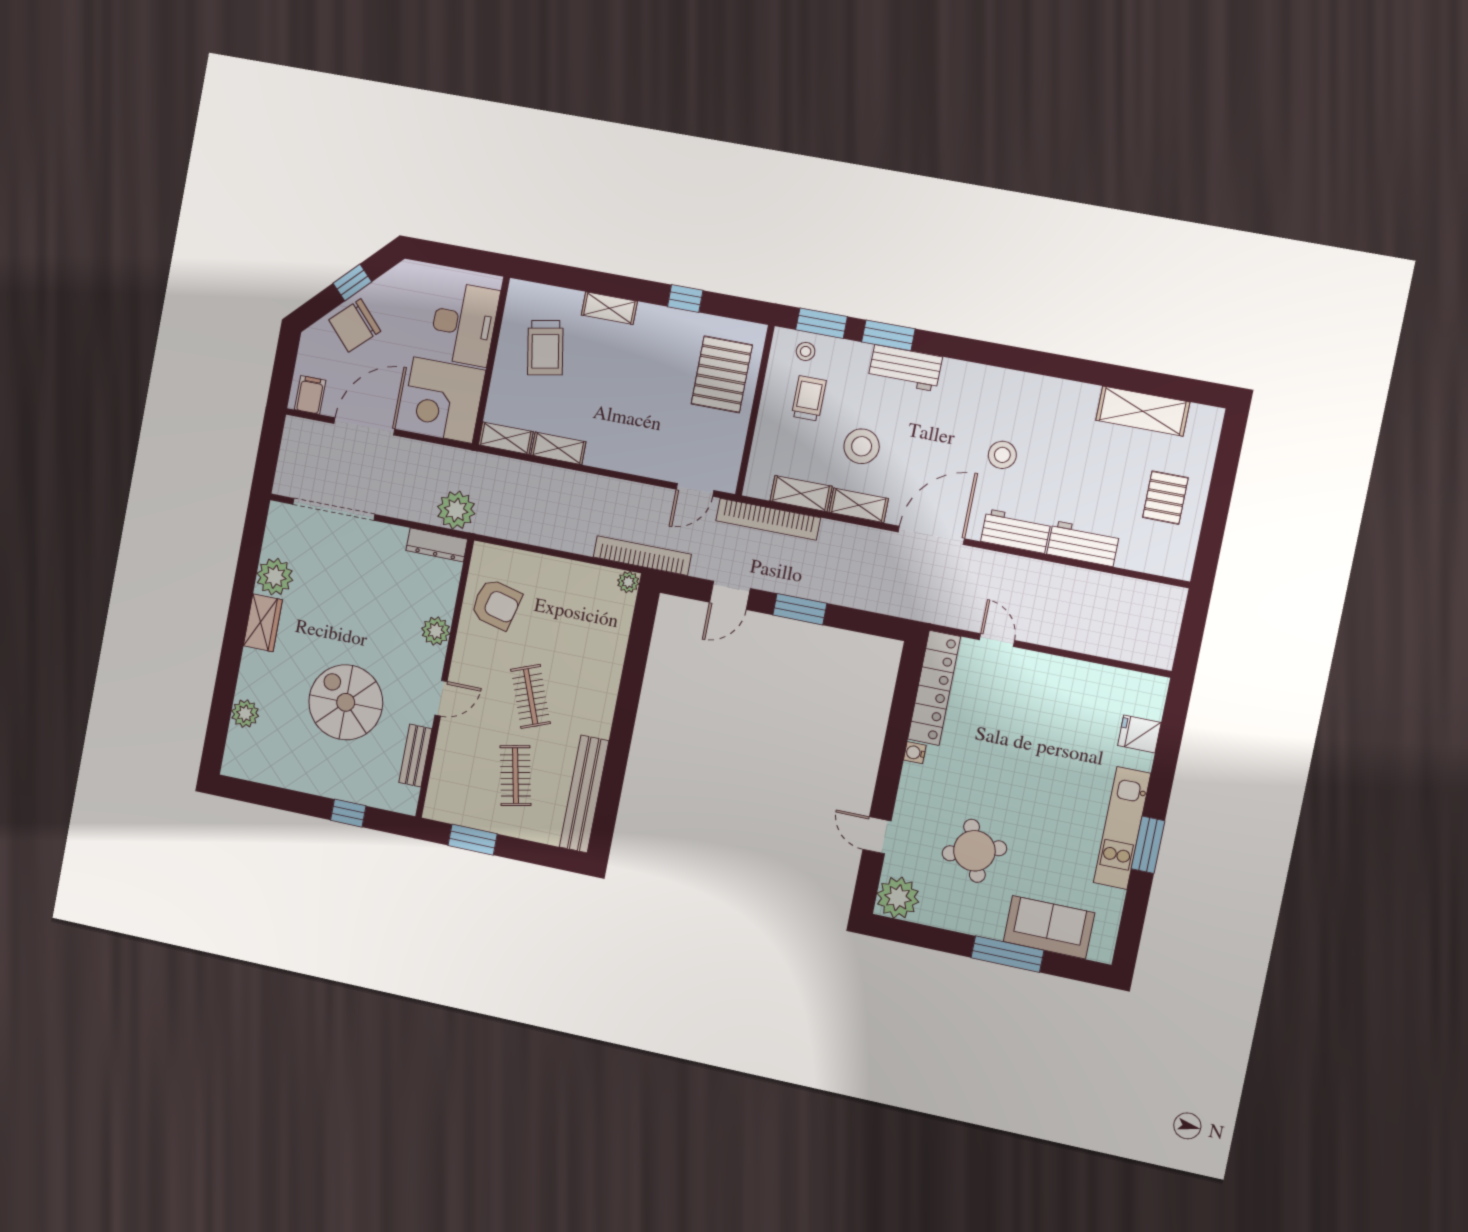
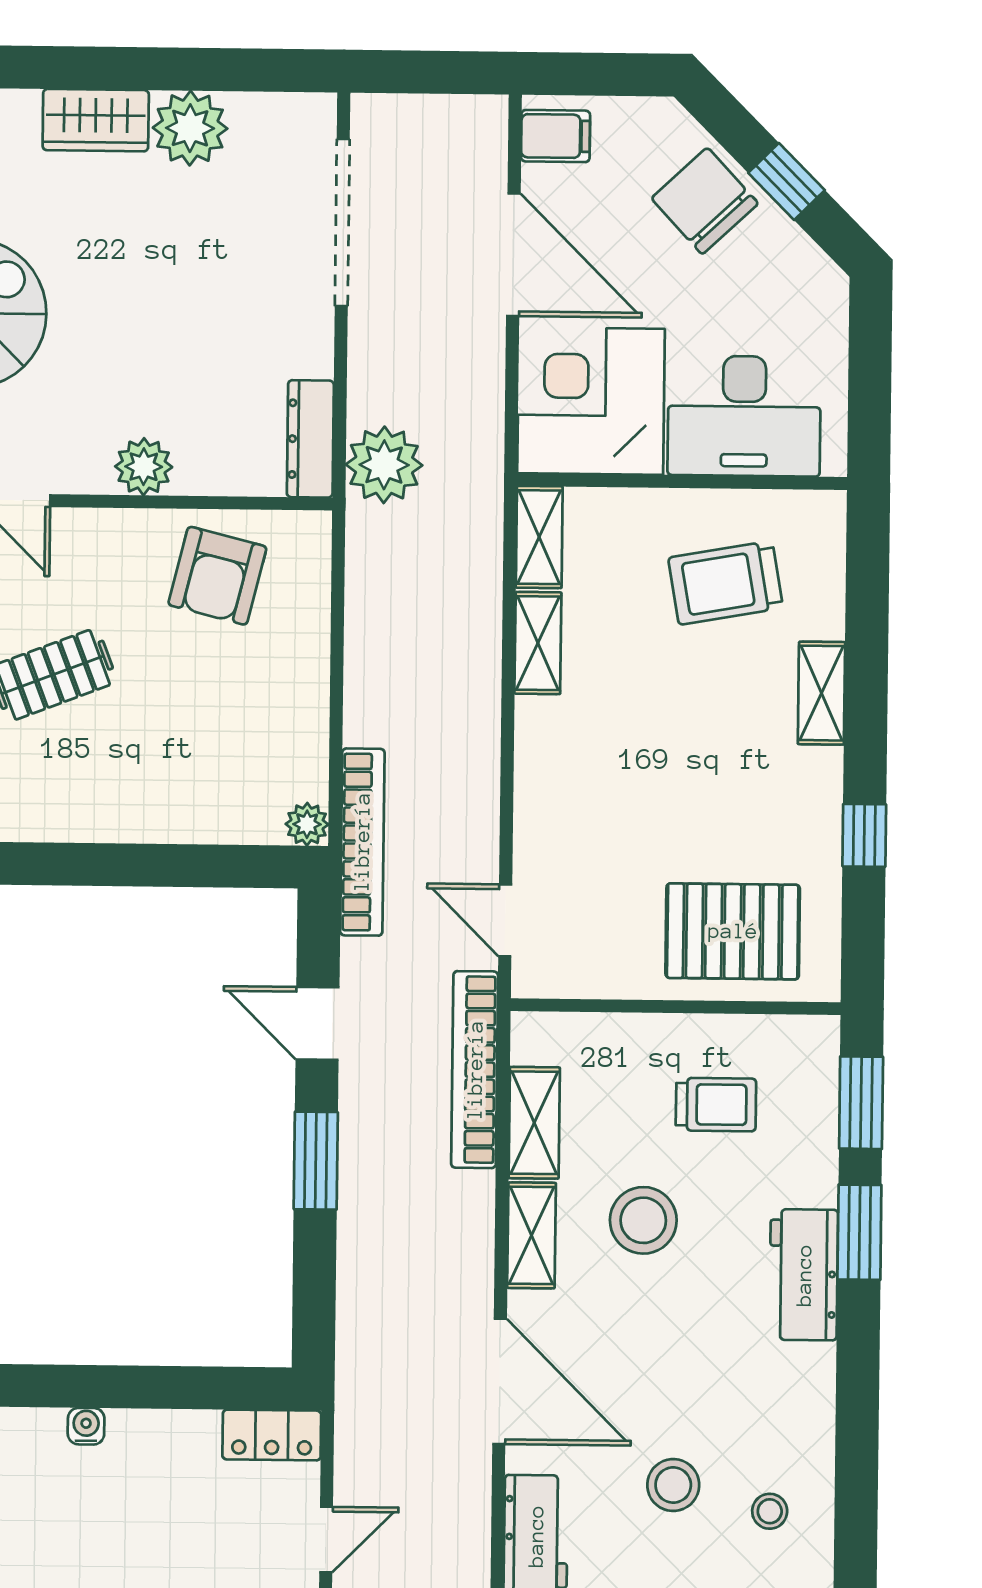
stool: (806, 351) -> (770, 1511), moved
locker: (934, 688) -> (272, 1435), width x0.46, depth x0.83

